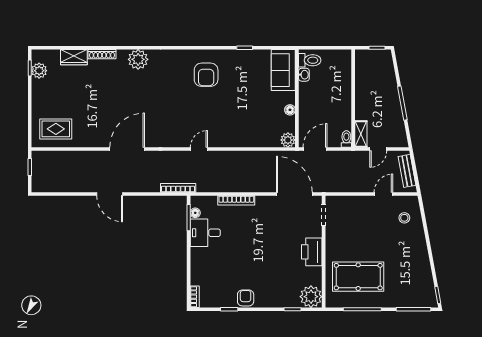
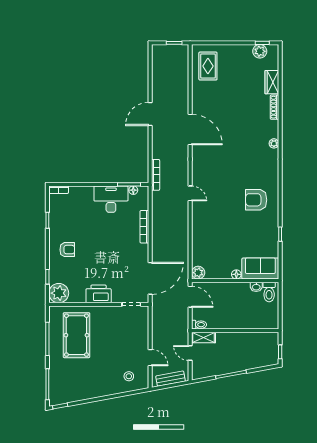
plant: (138, 59) -> (274, 143), width x0.53, depth x0.53
floor lamp: (290, 110) -> (236, 274), moved
desk: (205, 233) -> (111, 199), width x1.37
armchair: (246, 298) -> (67, 250), moved

